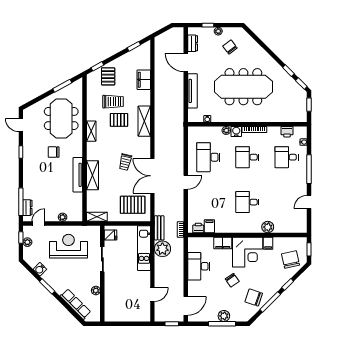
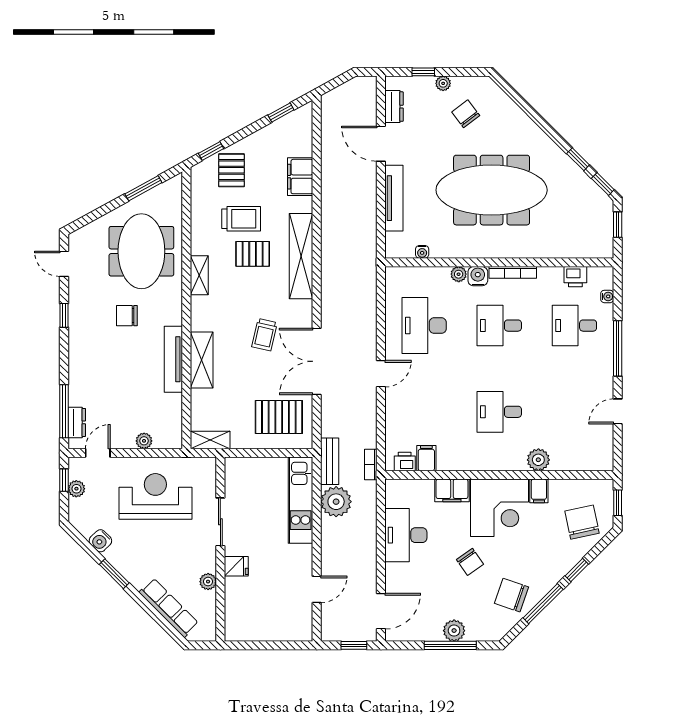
shelving: (144, 121) -> (301, 256), width x1.47
fridge: (111, 235) -> (236, 566), moved

